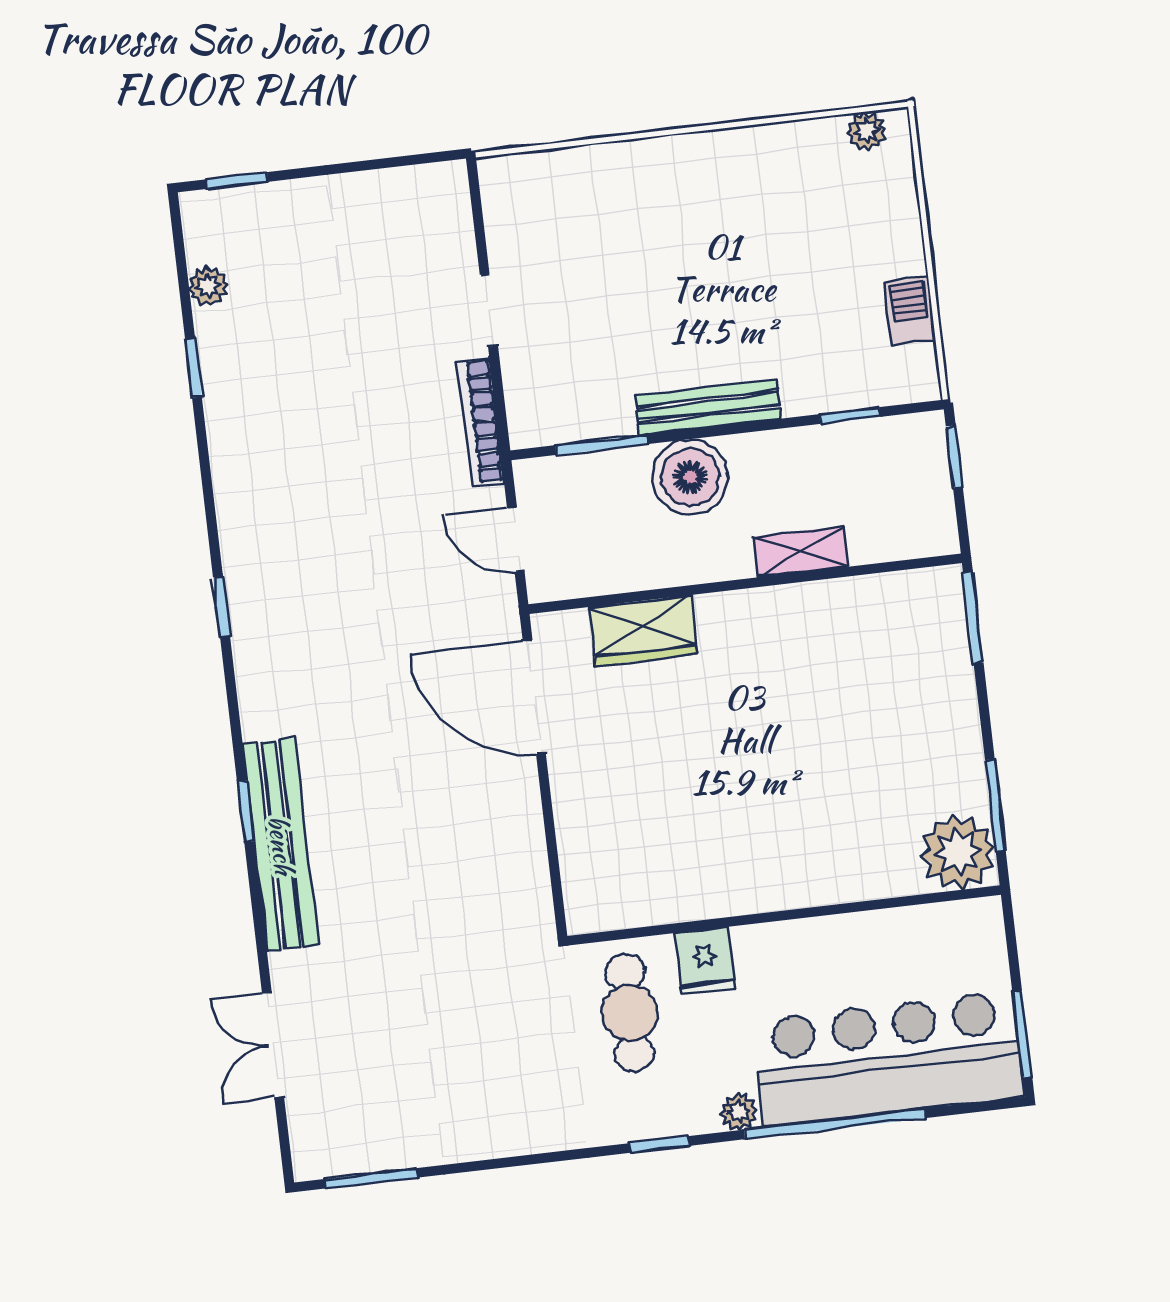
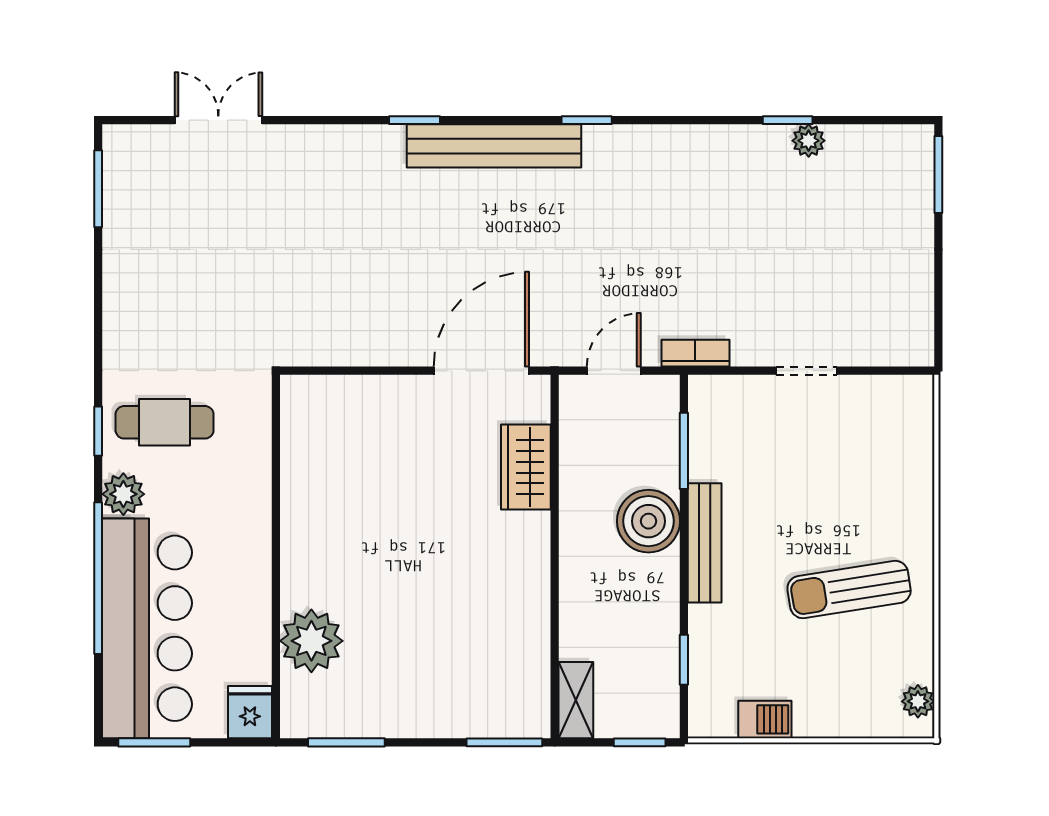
window: (237, 181) -> (938, 174), width x1.50
sun lounger: (743, 229) -> (849, 590), added
plant: (208, 286) -> (809, 141), moved
bookcase: (481, 422) -> (695, 353), width x0.64
shelving: (801, 552) -> (576, 700), moved
bench: (281, 845) -> (494, 146), moved
plant: (958, 852) -> (311, 641), moved
fridge: (705, 961) -> (250, 712), moved, turned 90
cafe table: (630, 1013) -> (165, 422), moved
plant: (739, 1112) -> (123, 494), width x1.38, depth x1.38

